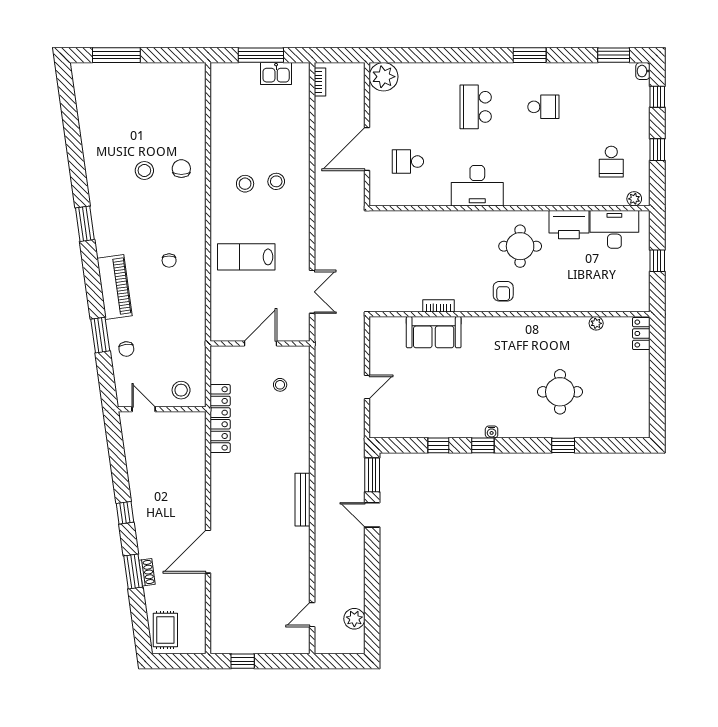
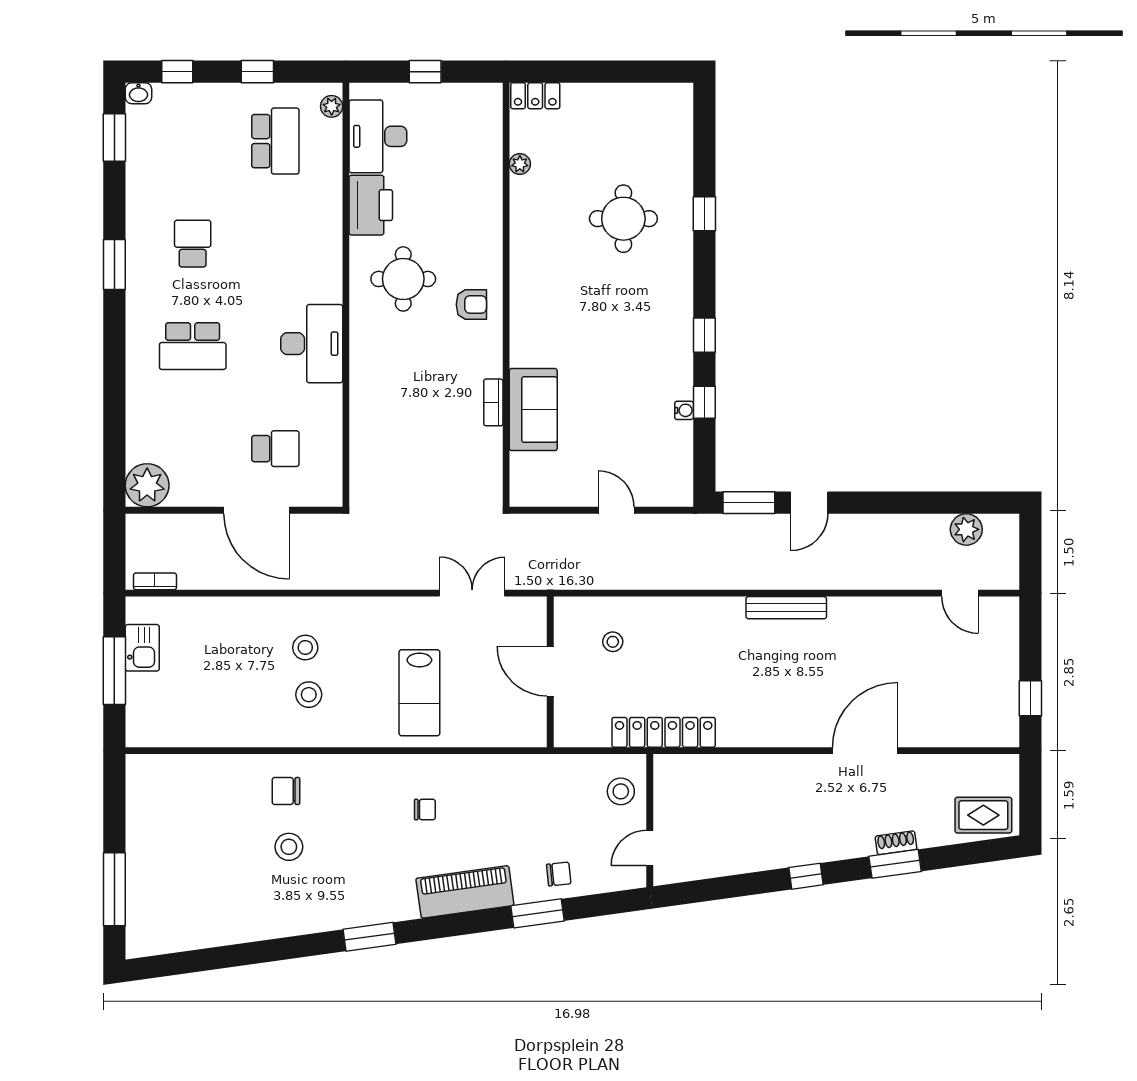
school desk: (408, 162) -> (275, 449), turned -90
school desk: (611, 162) -> (275, 141), width x1.85
water cooler: (492, 432) -> (684, 410), moved
door: (208, 552) -> (865, 751), swing flipped

